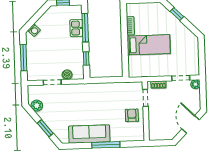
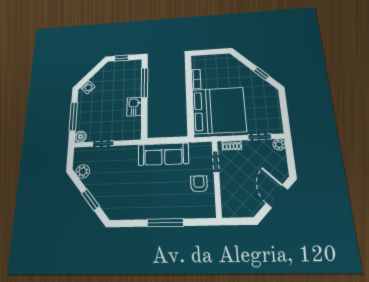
window: (177, 14) -> (261, 74), moved
kitchen sink: (76, 28) -> (134, 107), moved
bed: (149, 45) -> (219, 110), width x2.04
window: (86, 59) -> (144, 116), removed
boiler: (67, 75) -> (80, 137), moved
sofa: (89, 134) -> (163, 154), moved, turned 180

